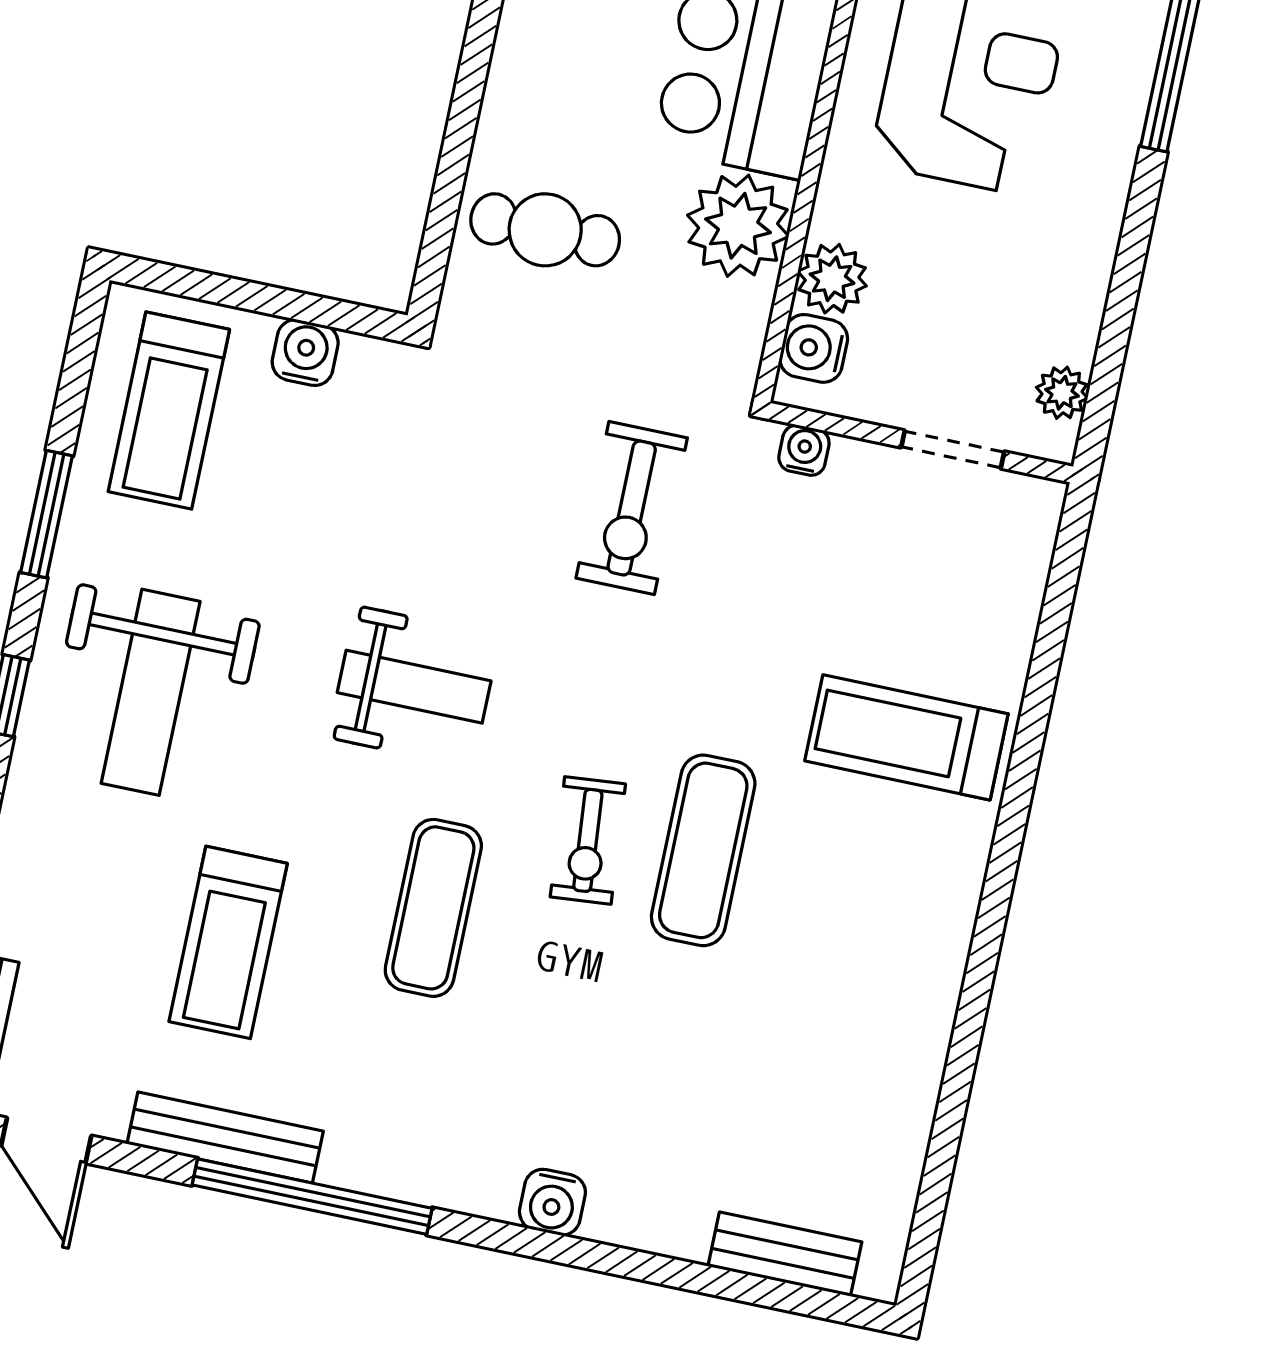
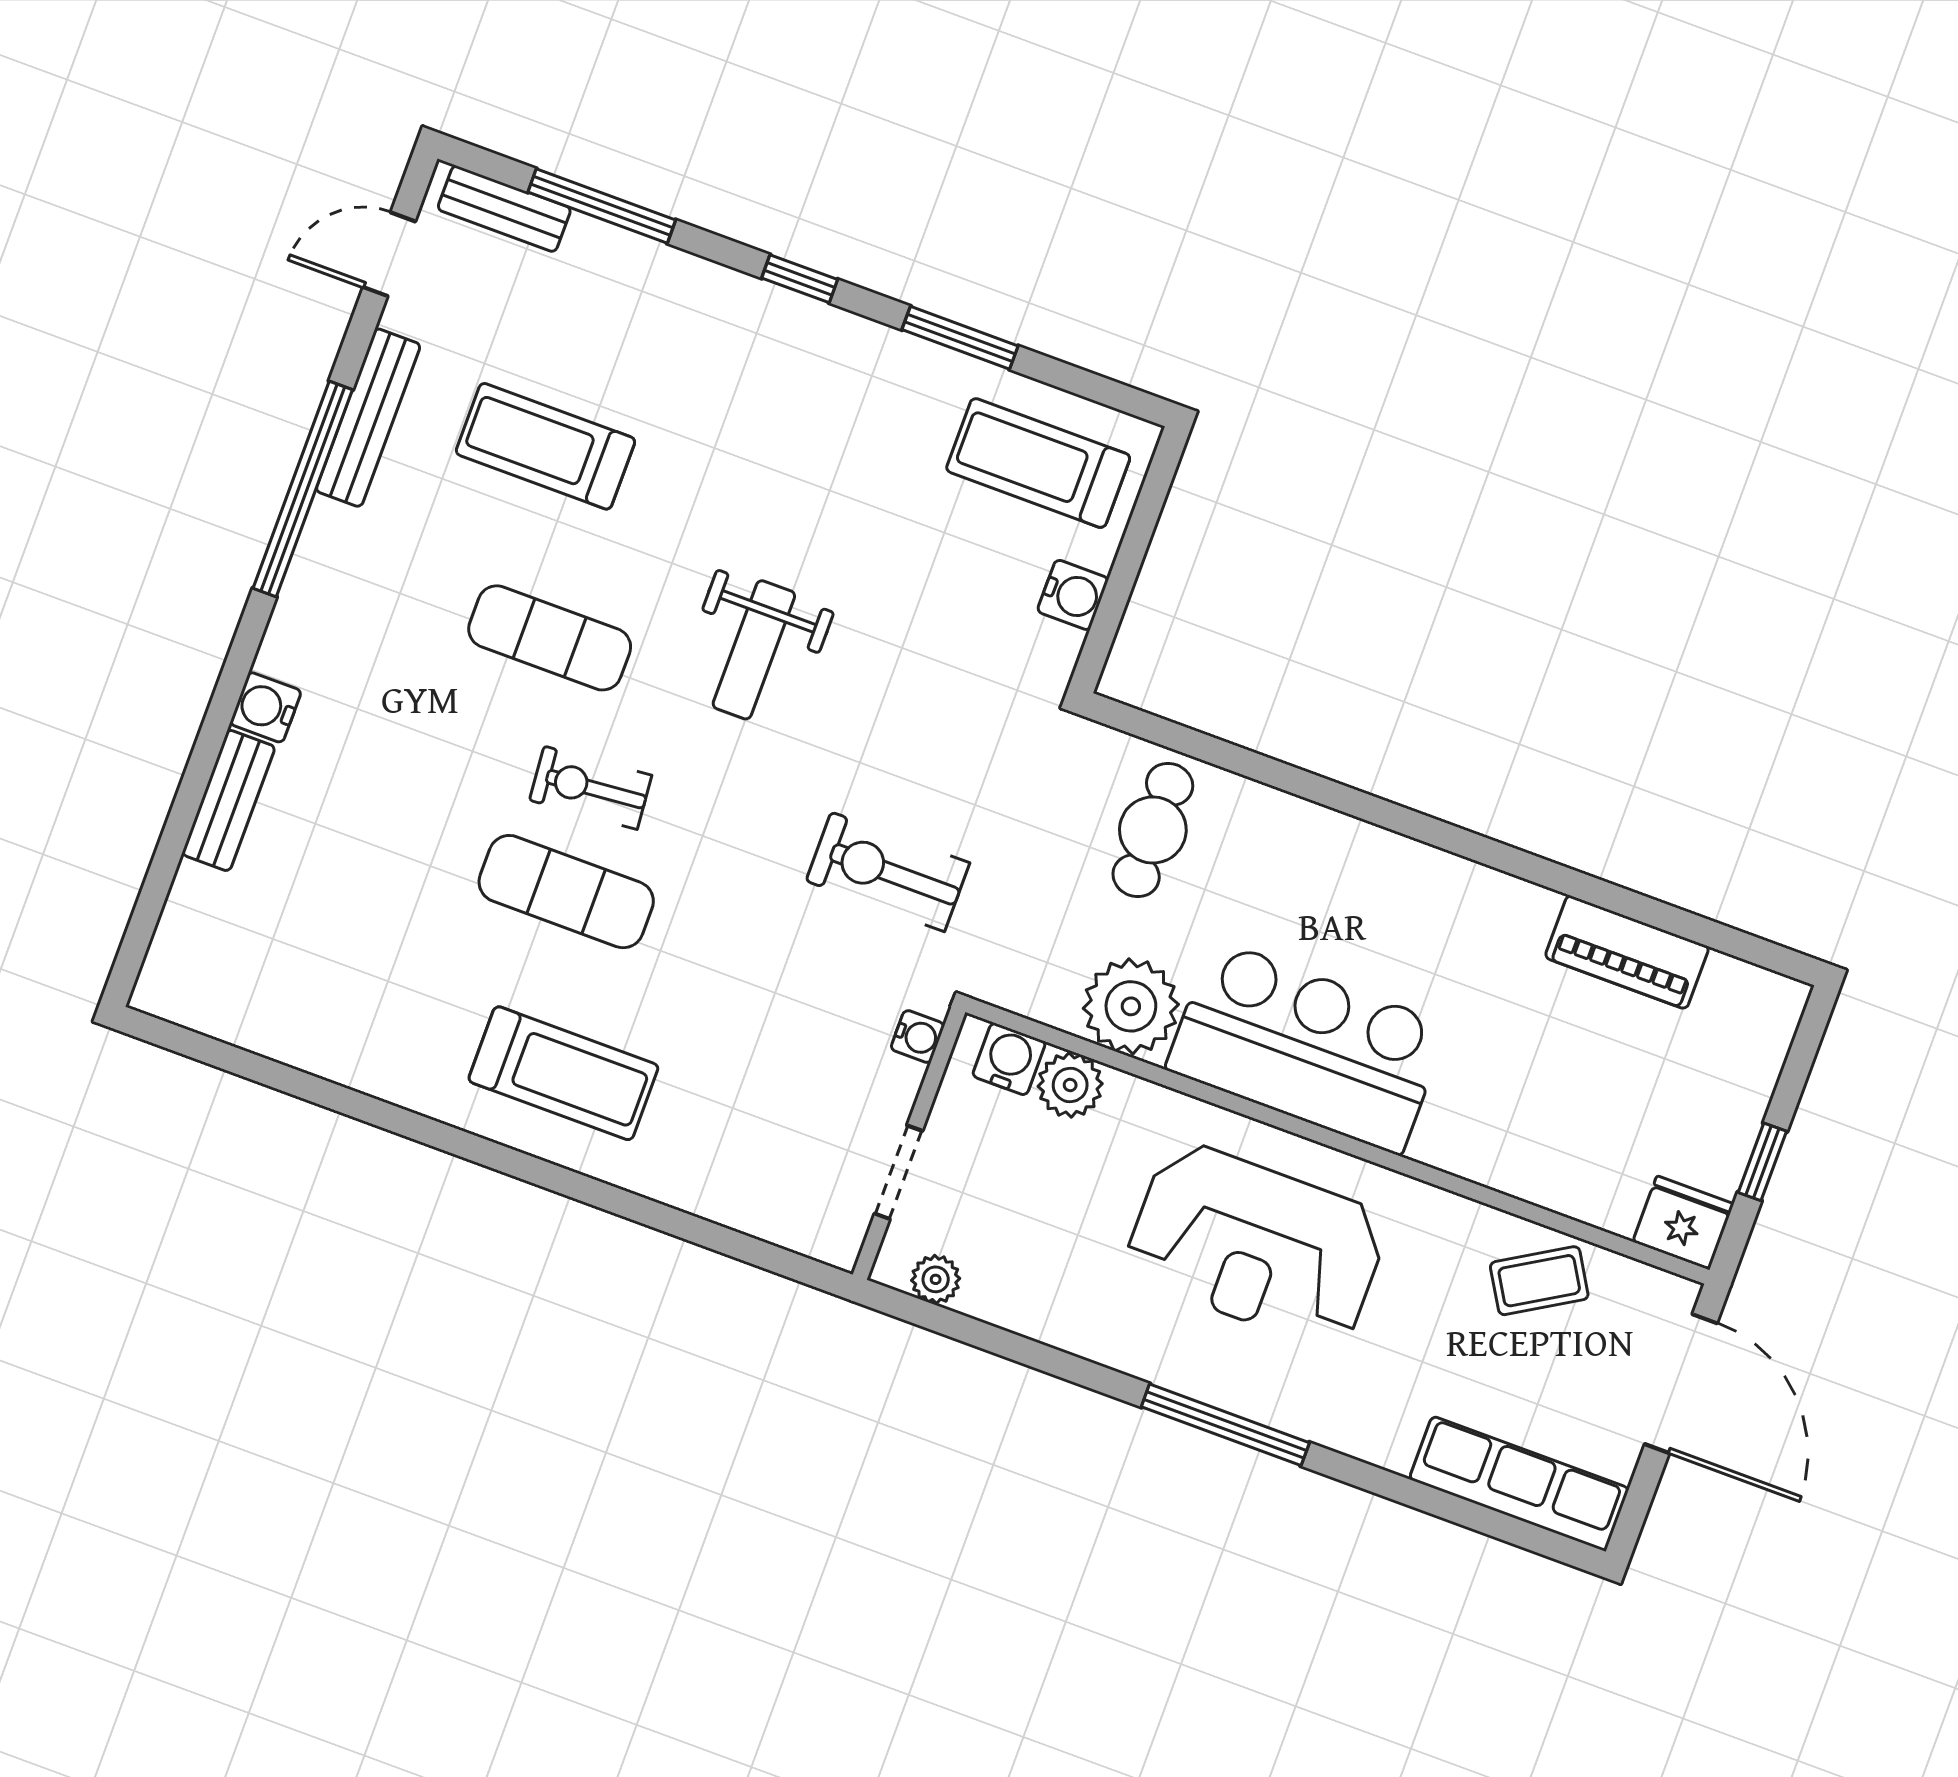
weight bench: (151, 692) -> (784, 409), removed
treadmill: (906, 737) -> (563, 1073), moved, turned 90
bench: (785, 1254) -> (228, 800), moved

